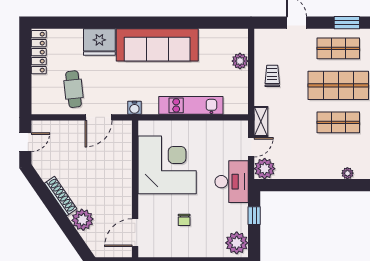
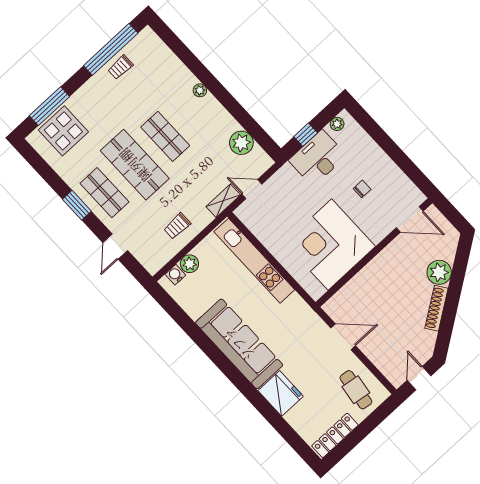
cafe table: (74, 89) -> (356, 390), moved, turned -76
kitchen unit: (191, 105) -> (254, 261), width x1.36
water cooler: (134, 108) -> (175, 275), moved, turned -90
door: (25, 142) -> (419, 378), hinge flipped
plant: (265, 169) -> (241, 143), moved
desk: (232, 182) -> (318, 158), moved
plant: (237, 243) -> (337, 124), width x0.53, depth x0.53

